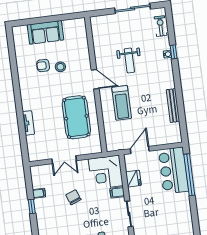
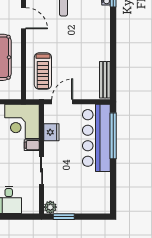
treadmill: (122, 103) -> (43, 71), moved
bench: (173, 106) -> (105, 80), moved
bar counter: (173, 171) -> (96, 138), width x1.36

